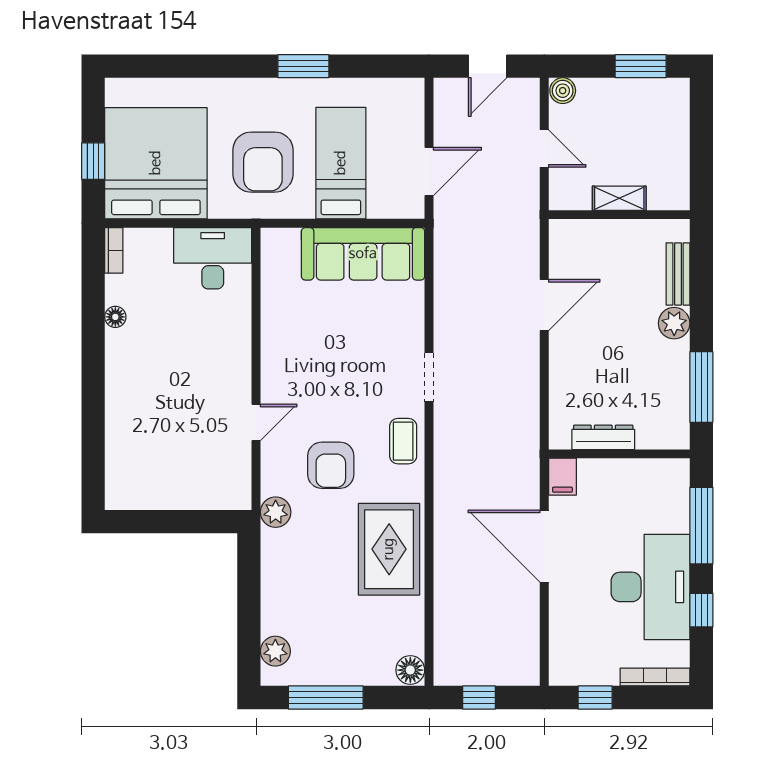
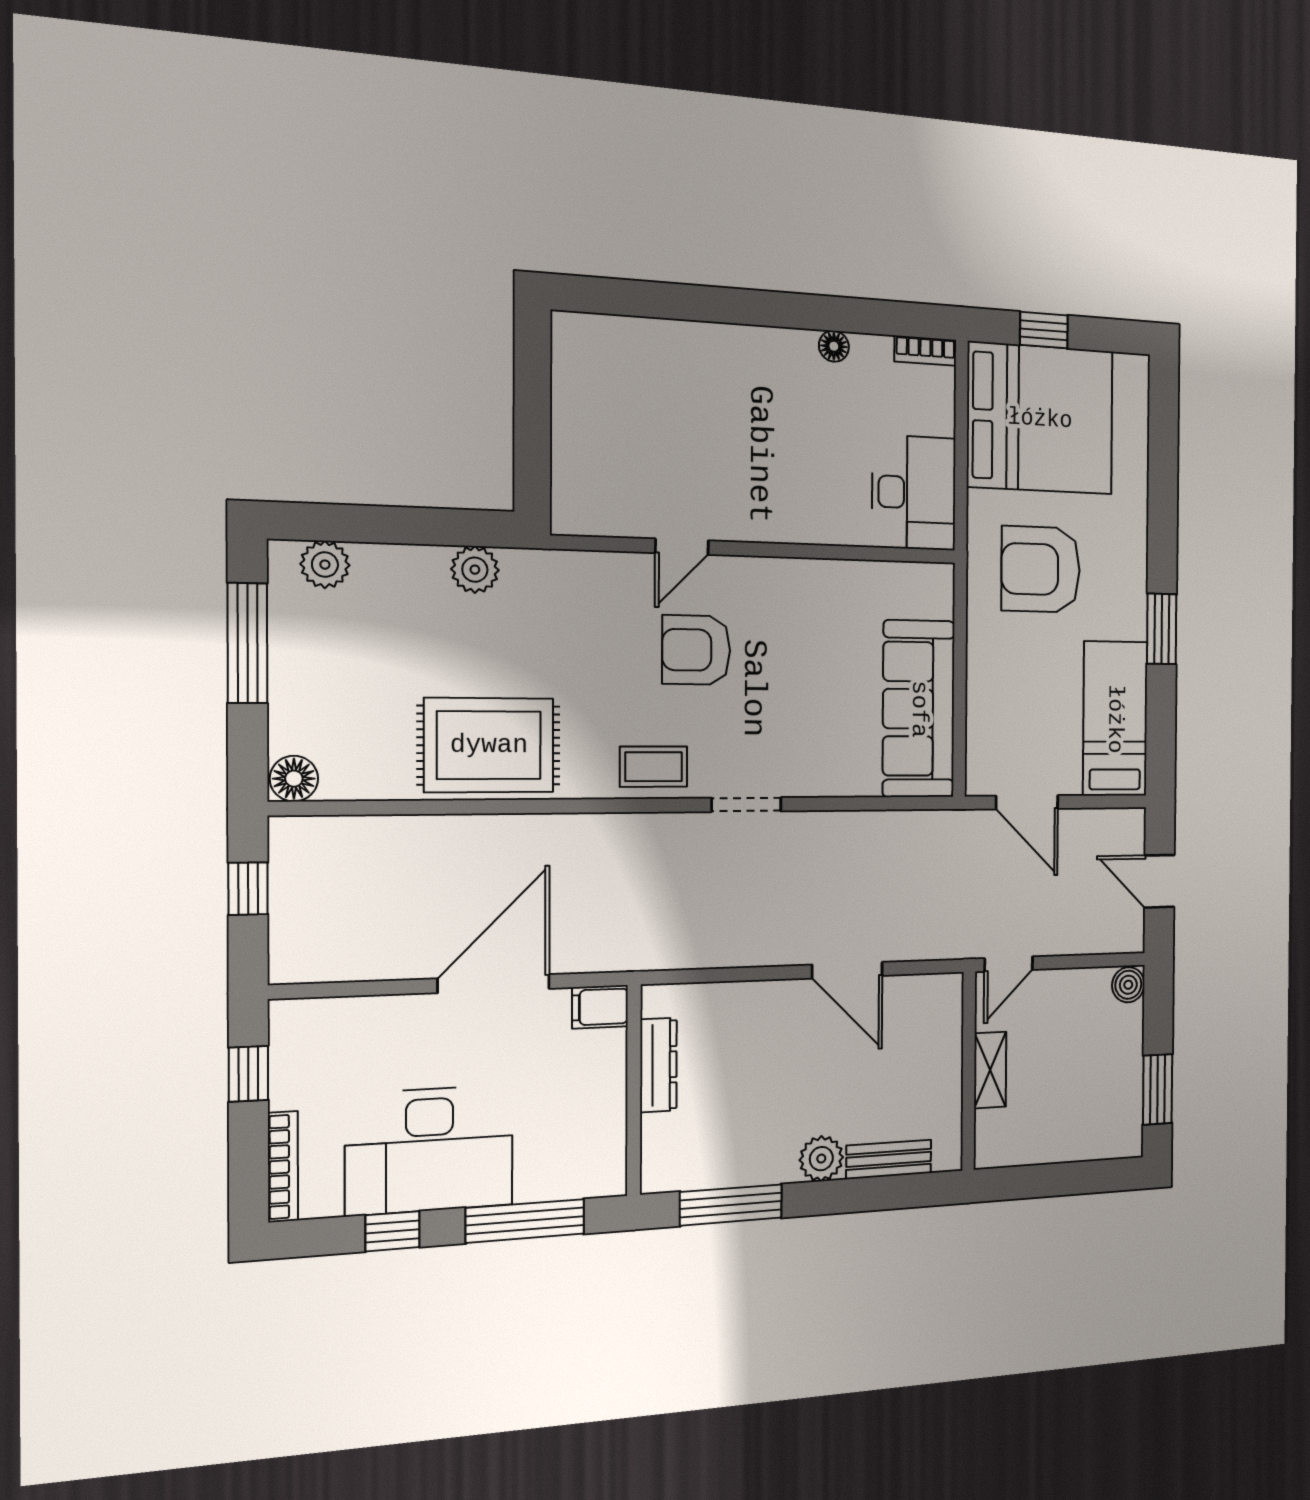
door: (544, 149) -> (1009, 964), moved
bed: (341, 163) -> (1115, 719), moved, turned -90
door: (256, 422) -> (682, 547), hinge flipped
armchair: (331, 465) -> (696, 650), moved
plant: (276, 512) -> (475, 570), moved

